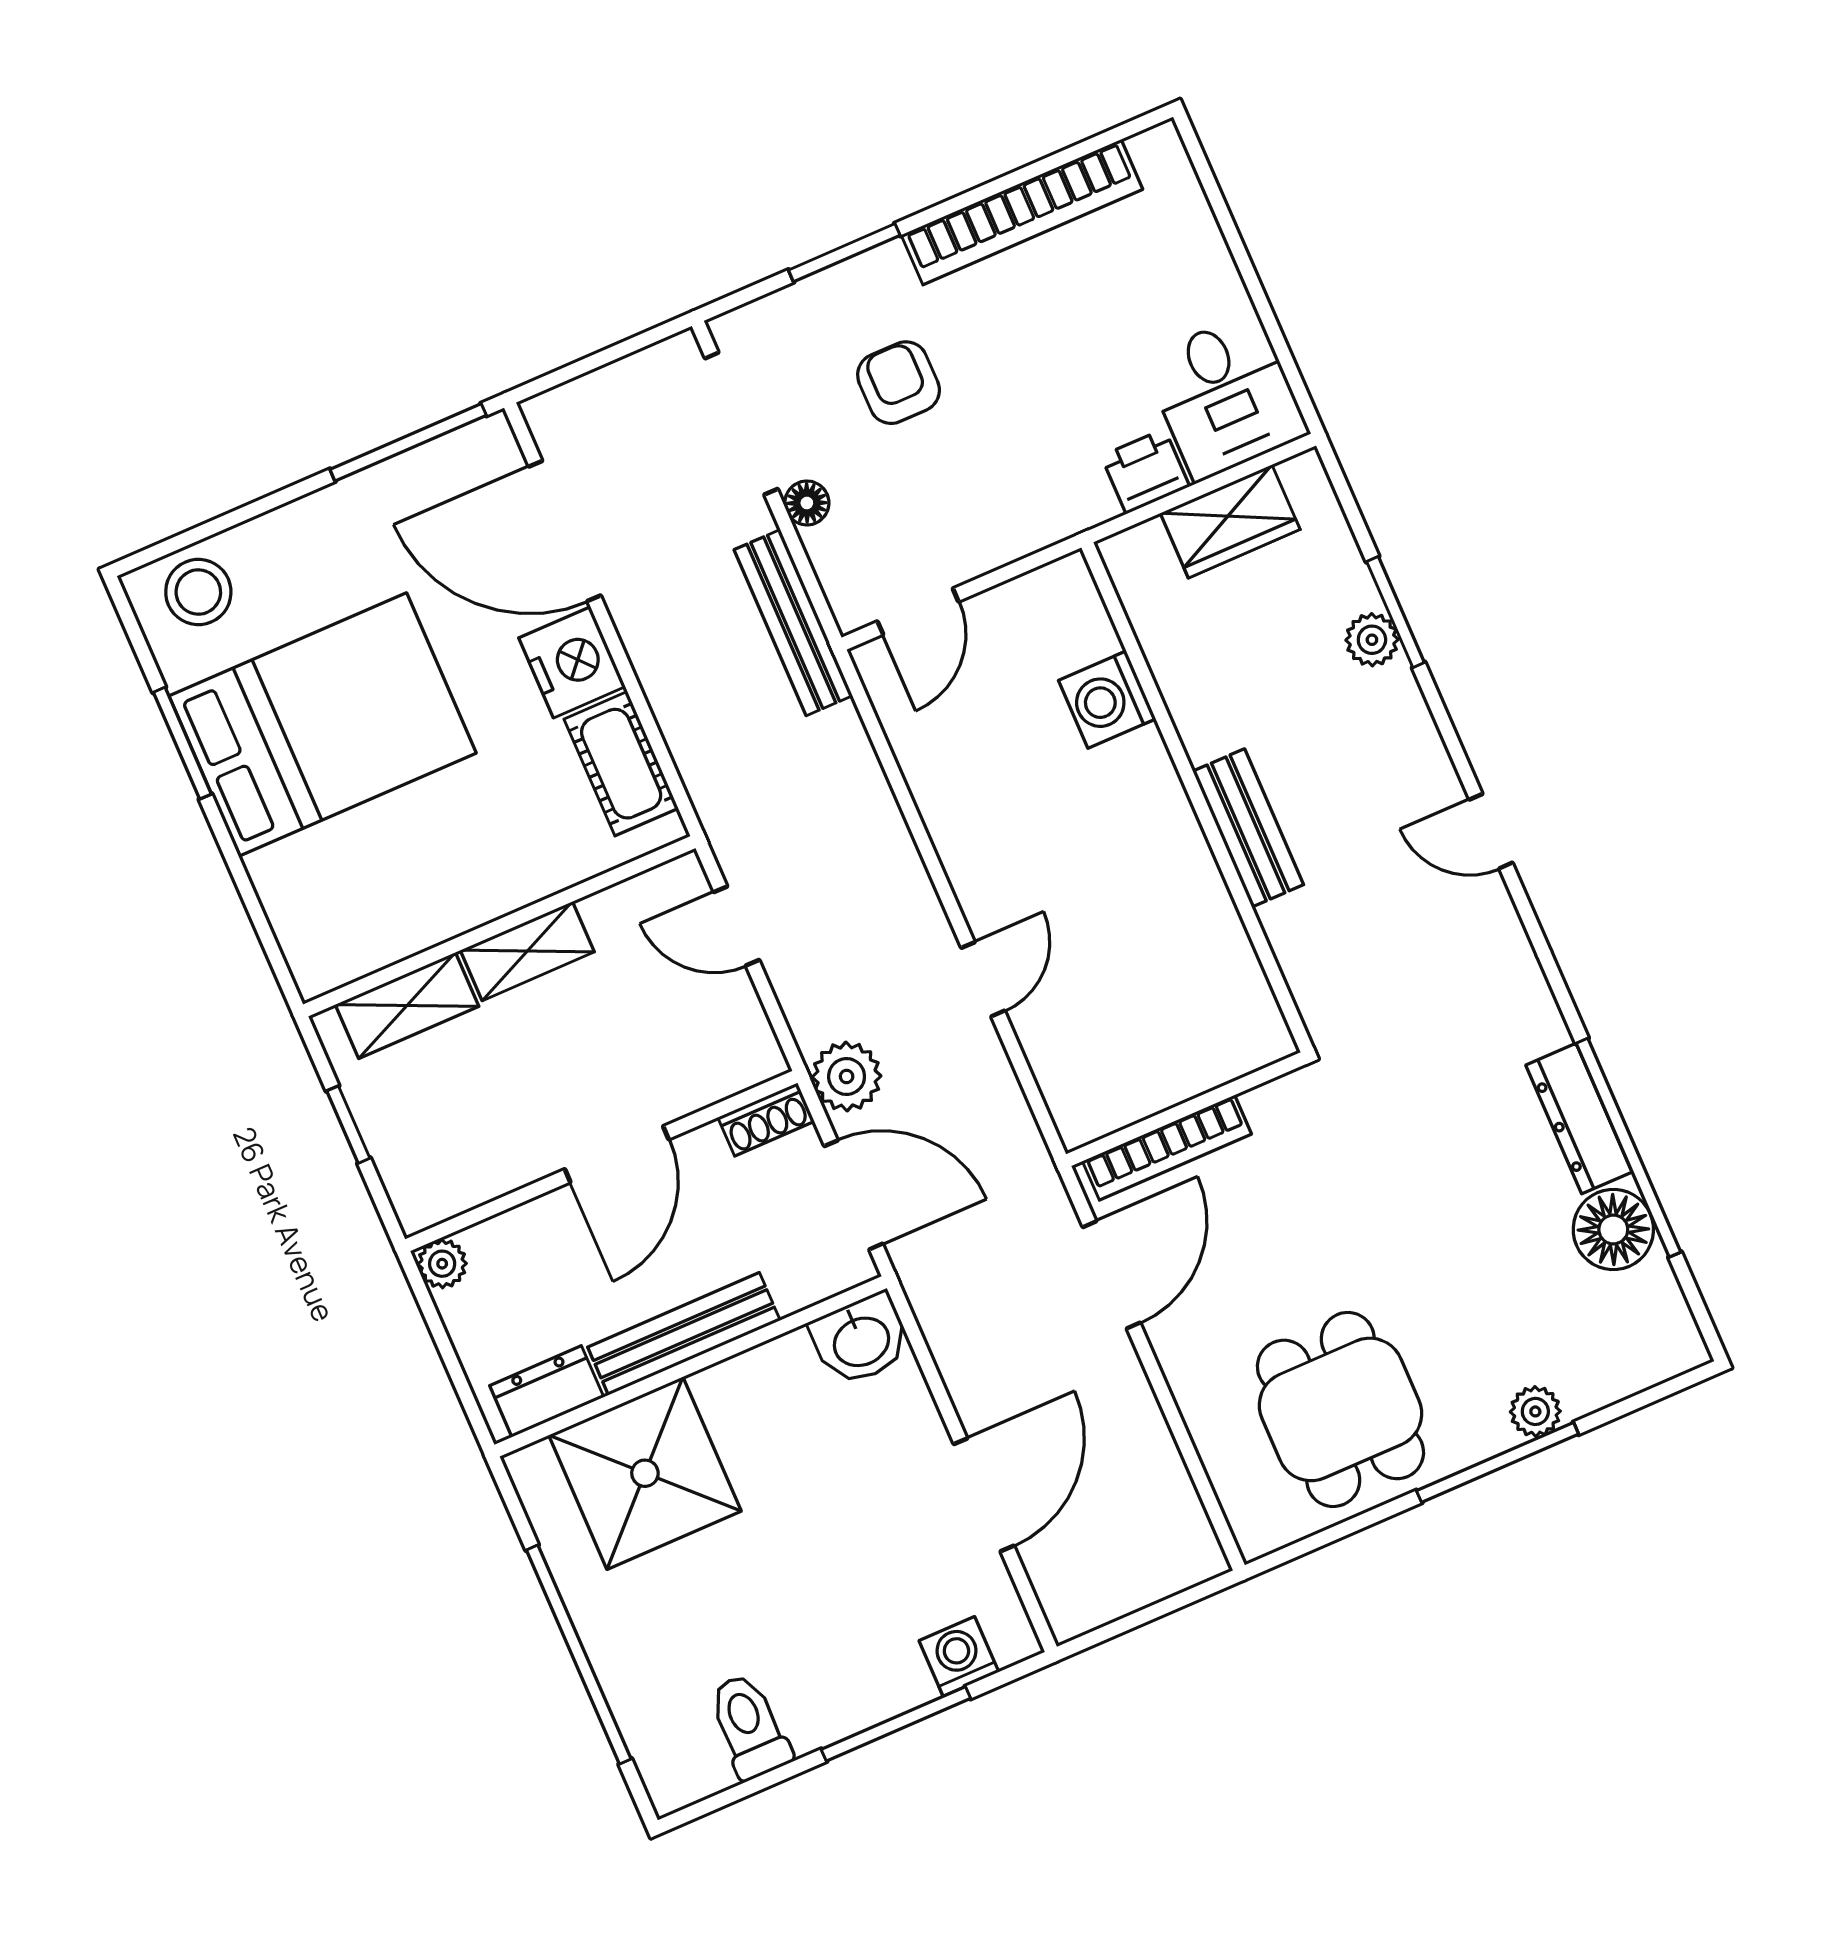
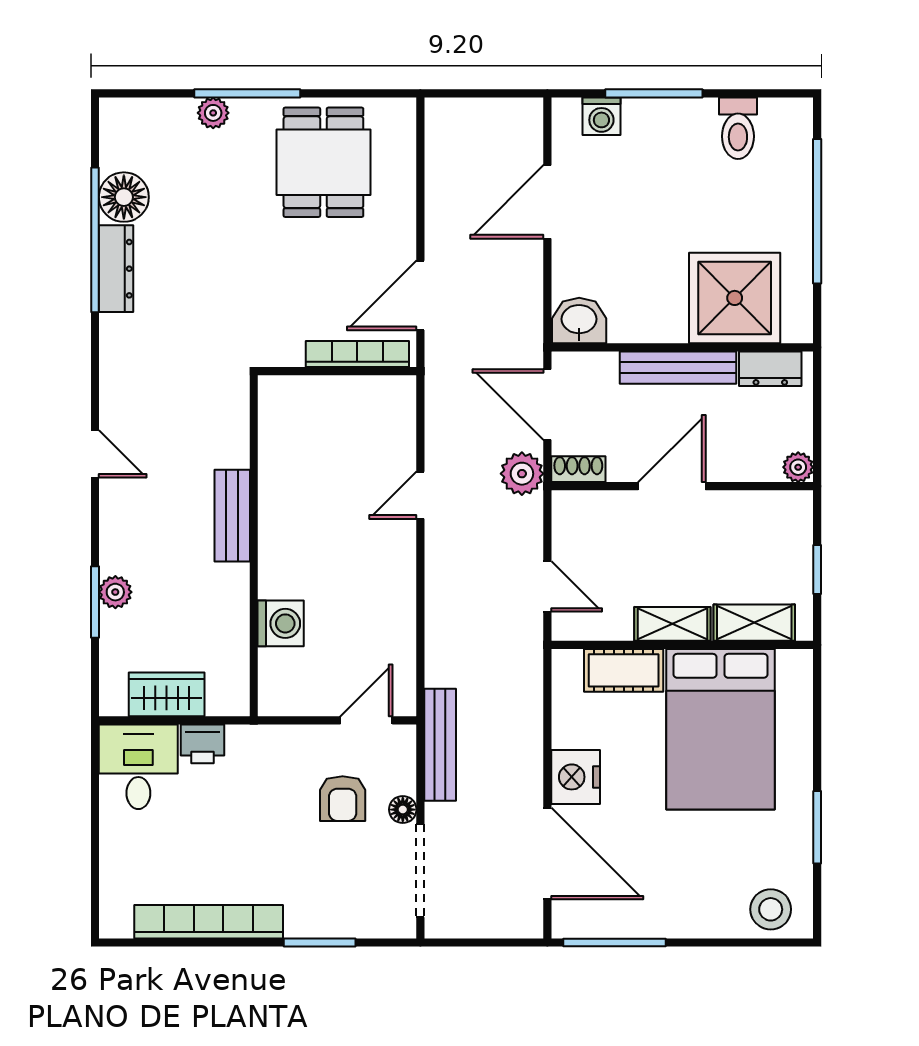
armchair: (899, 383) -> (343, 799), moved
bed: (323, 725) -> (721, 729), moved, turned -90
cot: (621, 764) -> (624, 670), moved, turned 90

